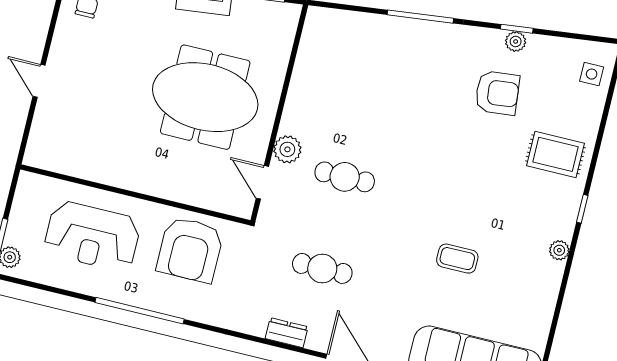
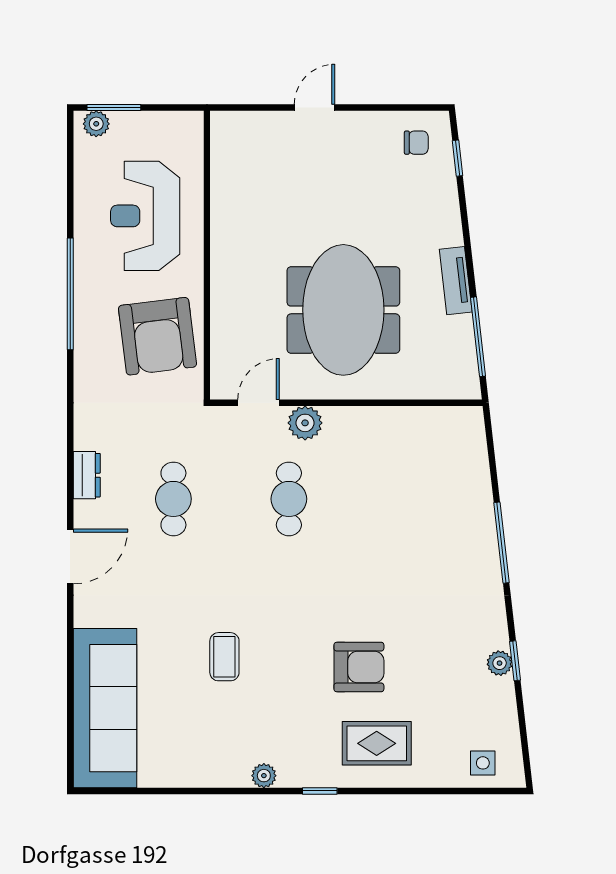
armchair: (497, 93) -> (359, 667), moved, turned -84
rug: (555, 154) -> (377, 743), turned 90
armchair: (190, 250) -> (157, 336), turned -97

